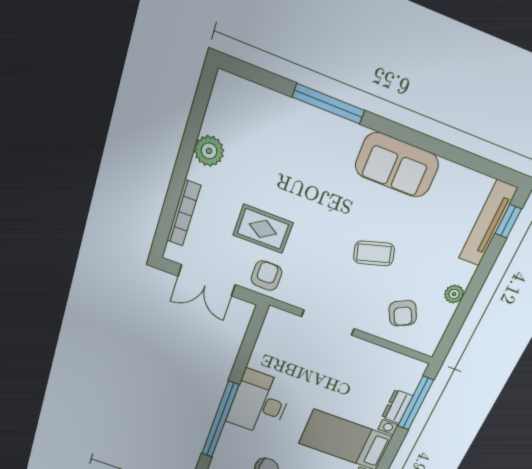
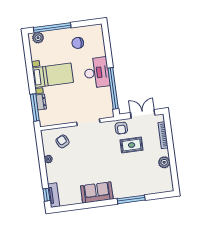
tv unit: (488, 223) -> (54, 195), width x0.71
coffee table: (374, 253) -> (87, 158), removed
window: (220, 420) -> (113, 88), moved

